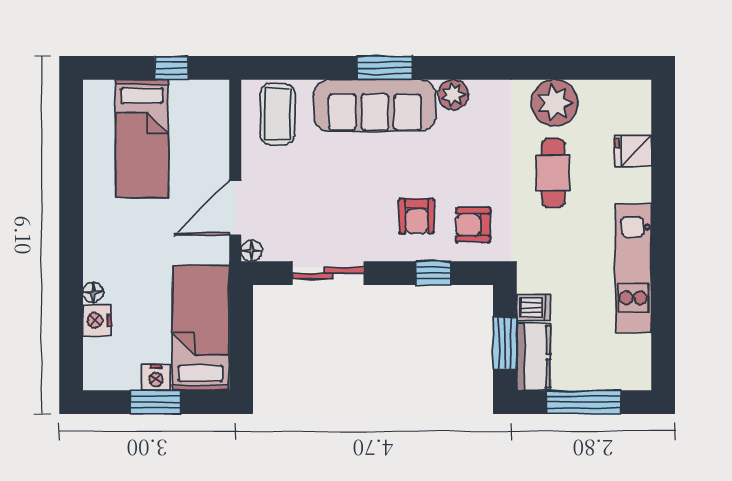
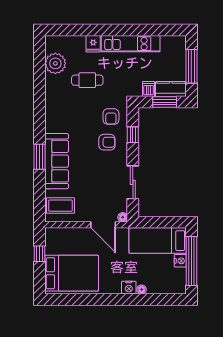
plant: (453, 95) -> (52, 126), removed
plant: (555, 103) -> (55, 63), moved
bed: (142, 138) -> (72, 273), width x1.50
fridge: (633, 151) -> (93, 44), moved
nightstand: (97, 320) -> (129, 288), moved
window: (155, 402) -> (191, 261), width x2.11

